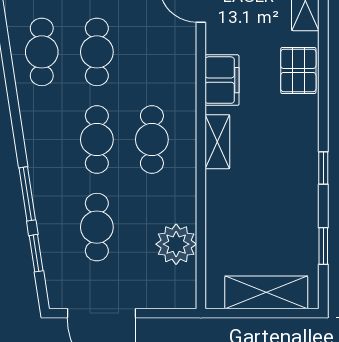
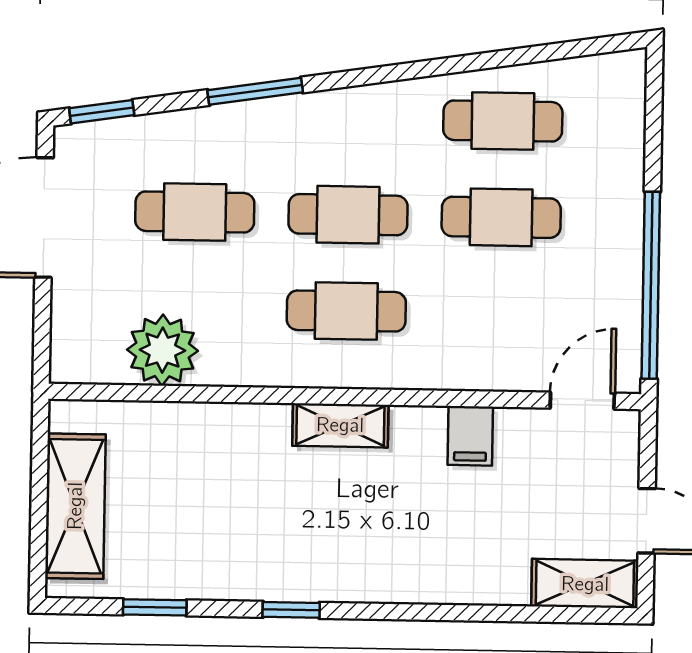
pallet: (298, 70) -> (463, 569), removed
filing cabinet: (222, 80) -> (470, 436), width x0.50
window: (36, 253) -> (102, 112), moved

